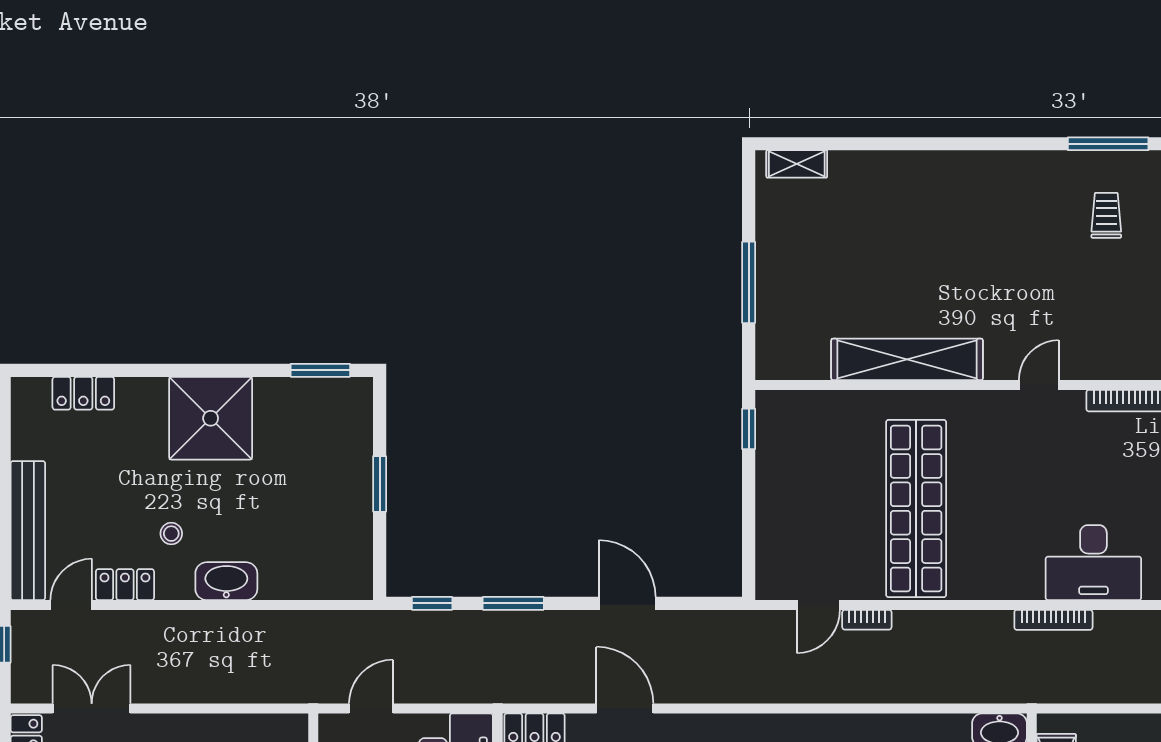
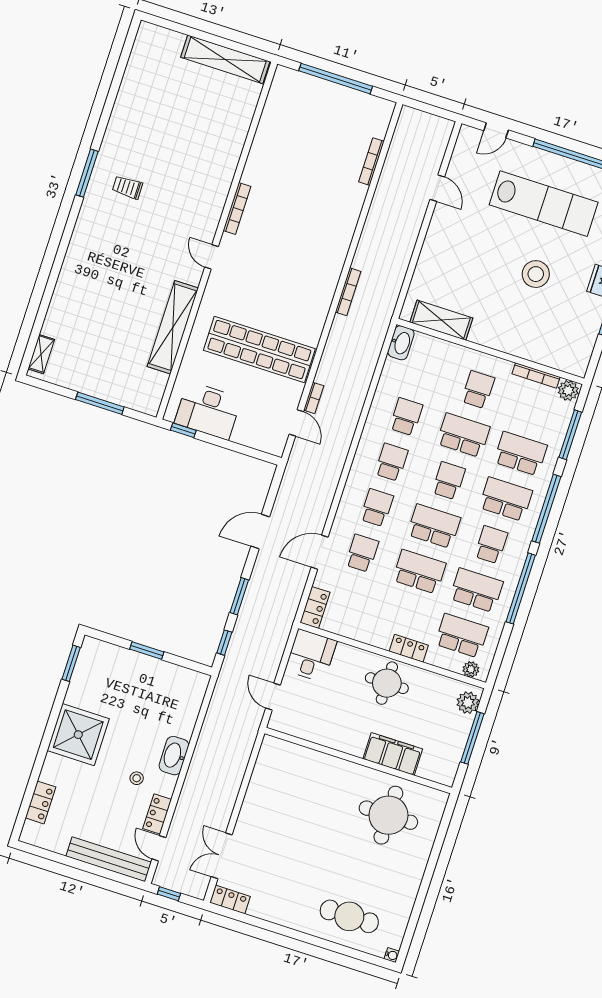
desk: (1093, 563) -> (208, 411), moved, turned 90

